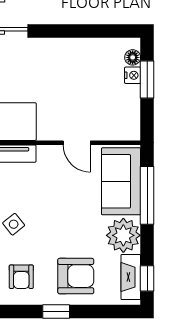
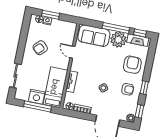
armchair: (72, 72) -> (40, 48), added
door: (77, 143) -> (73, 52), swing flipped
window: (147, 195) -> (116, 28), moved
window: (56, 311) -> (144, 88), moved

